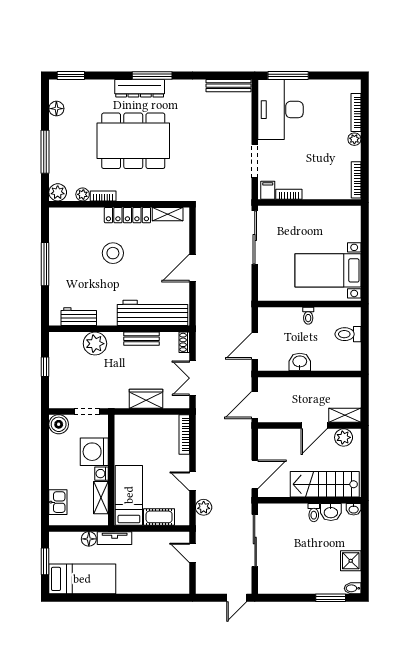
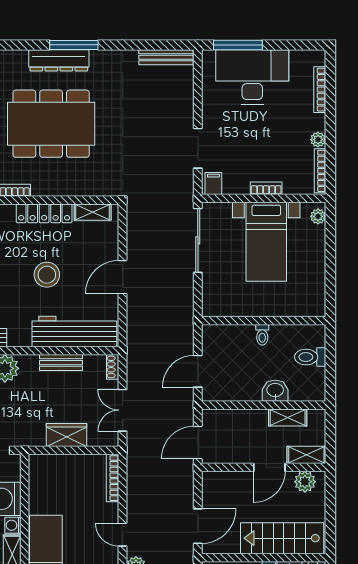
desk: (280, 110) -> (252, 77), moved, turned 90
plant: (354, 139) -> (318, 140), moved
bookcase: (289, 194) -> (266, 188), moved
plant: (354, 218) -> (318, 216), added
stool: (113, 253) -> (47, 275), moved
bed with nightstands: (328, 270) -> (266, 242), moved, turned -90
washbasin: (300, 362) -> (275, 391), moved
shelving: (329, 384) -> (288, 418), added

